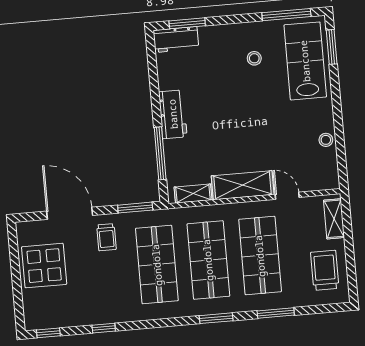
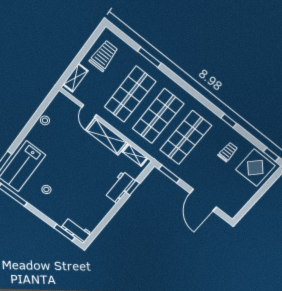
workbench: (173, 114) -> (120, 187), moved
window: (160, 153) -> (133, 188), width x0.46
trolley: (106, 237) -> (228, 152), moved
display table: (44, 266) -> (255, 168), moved
trolley: (325, 270) -> (104, 56), turned 180
window: (216, 318) -> (182, 83), removed
window: (104, 328) -> (229, 121), moved

